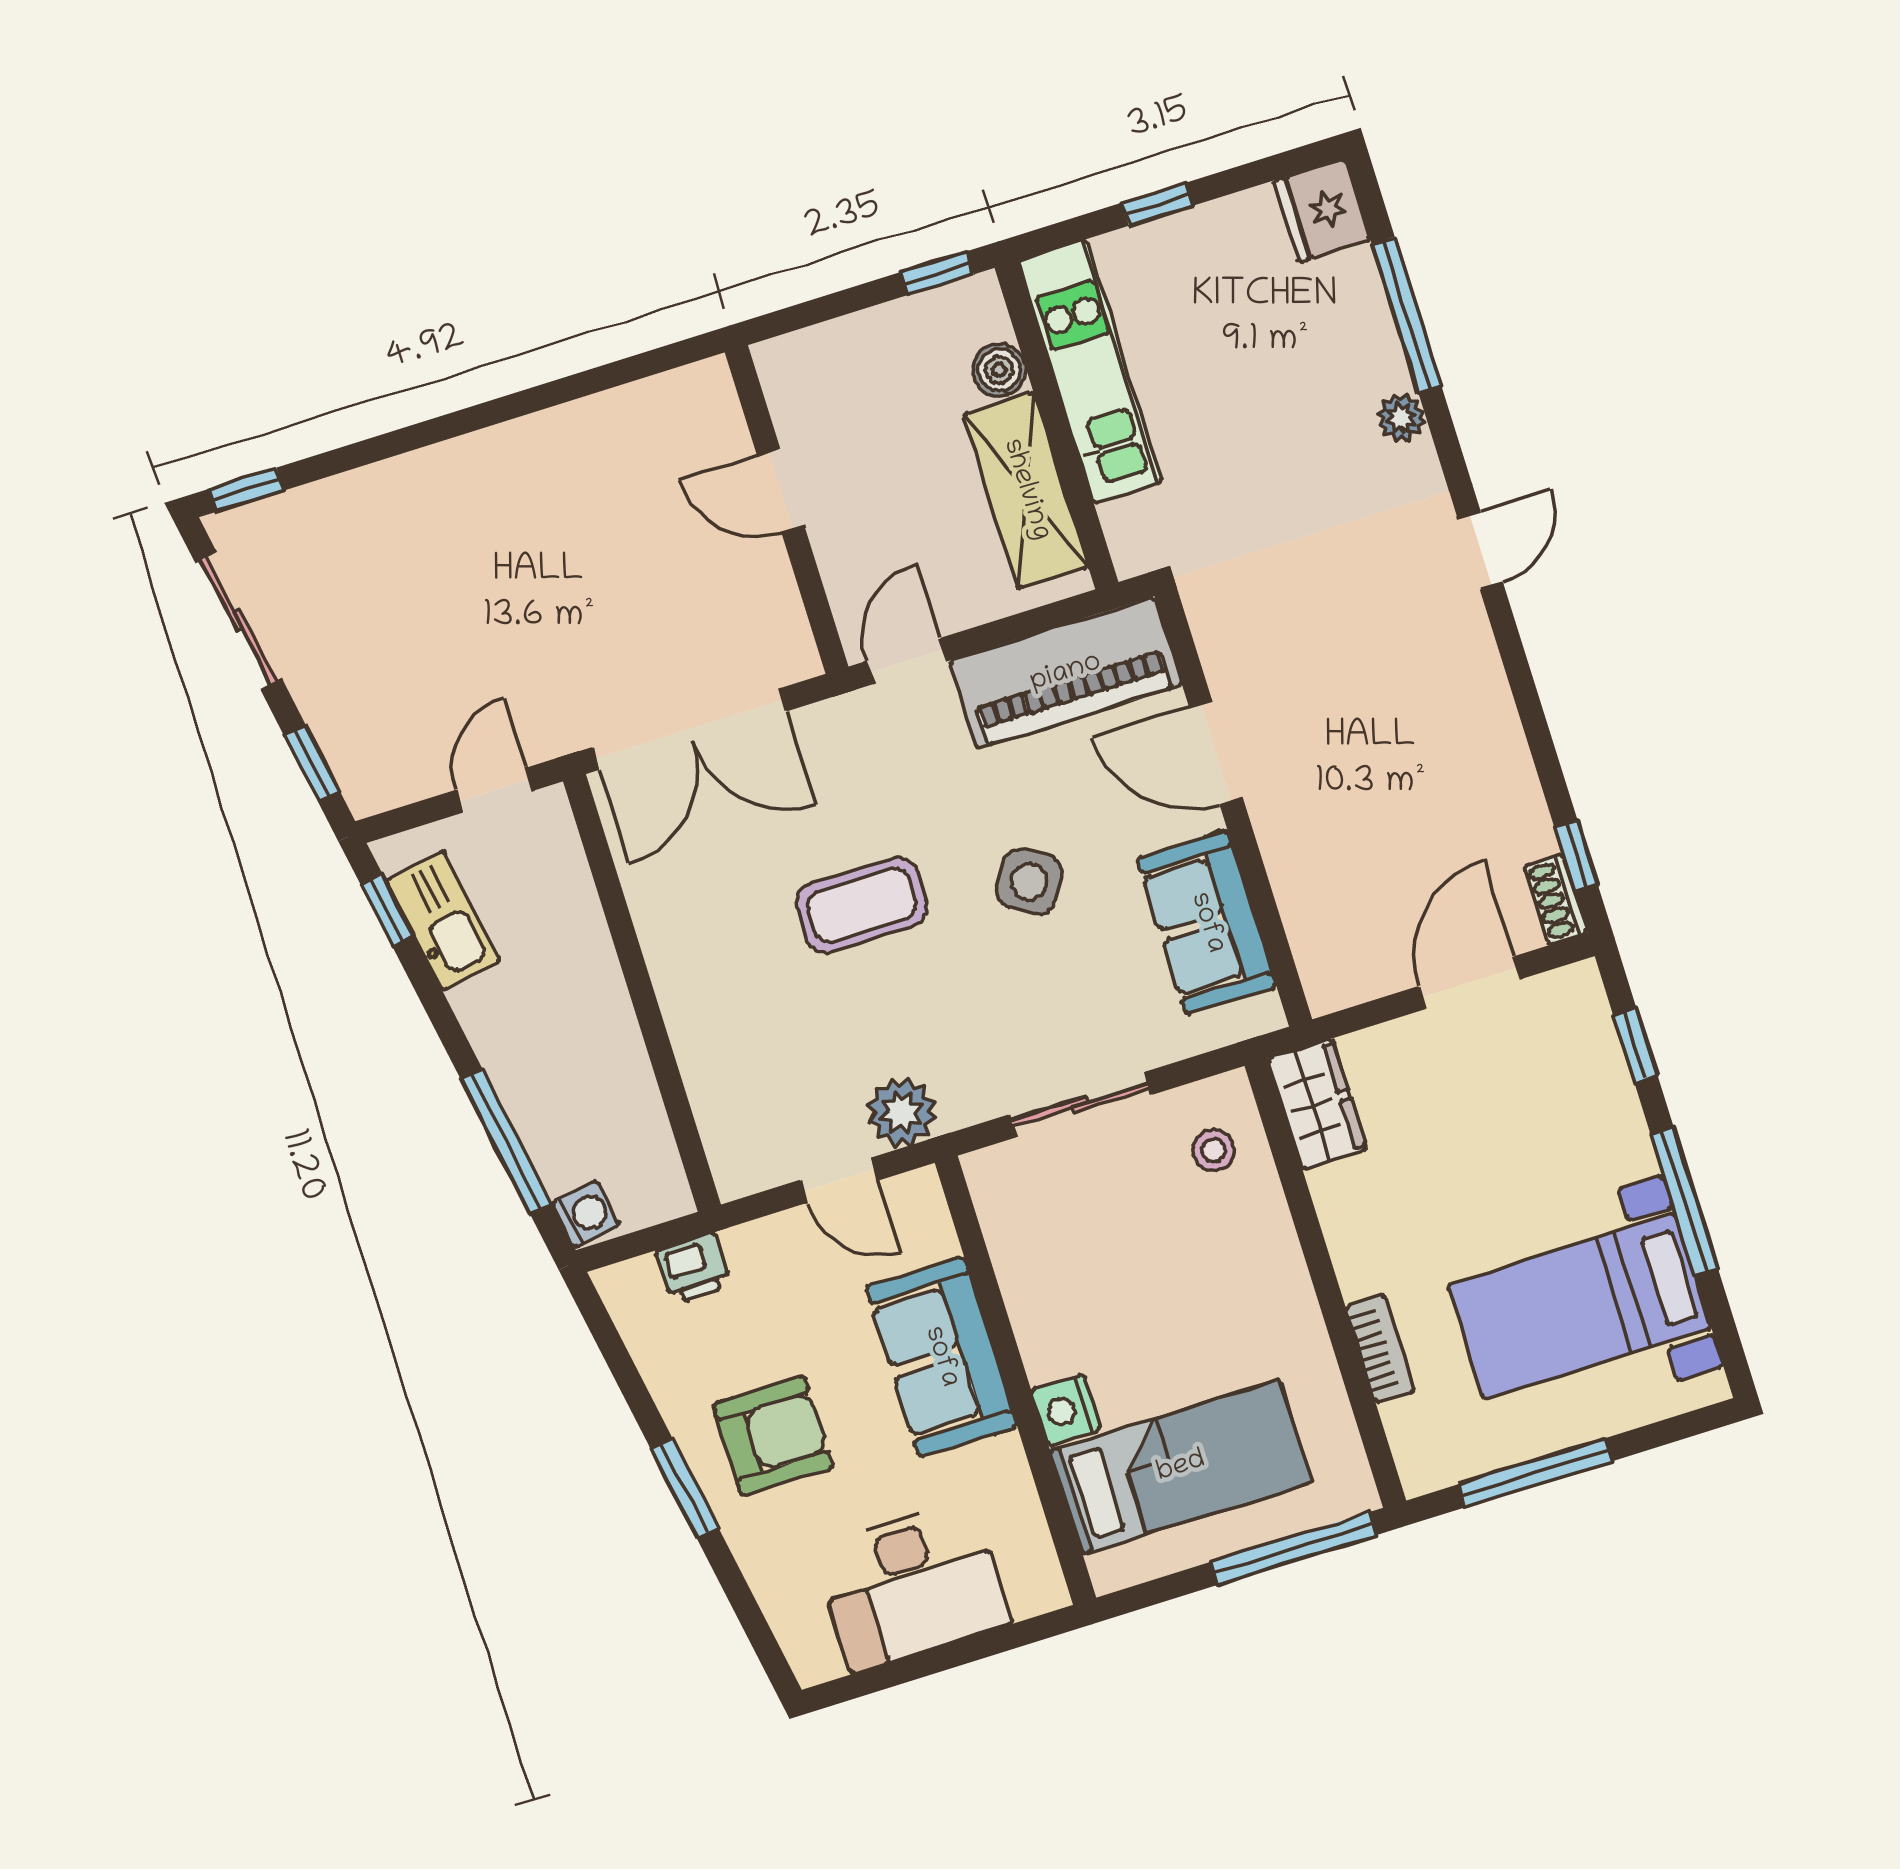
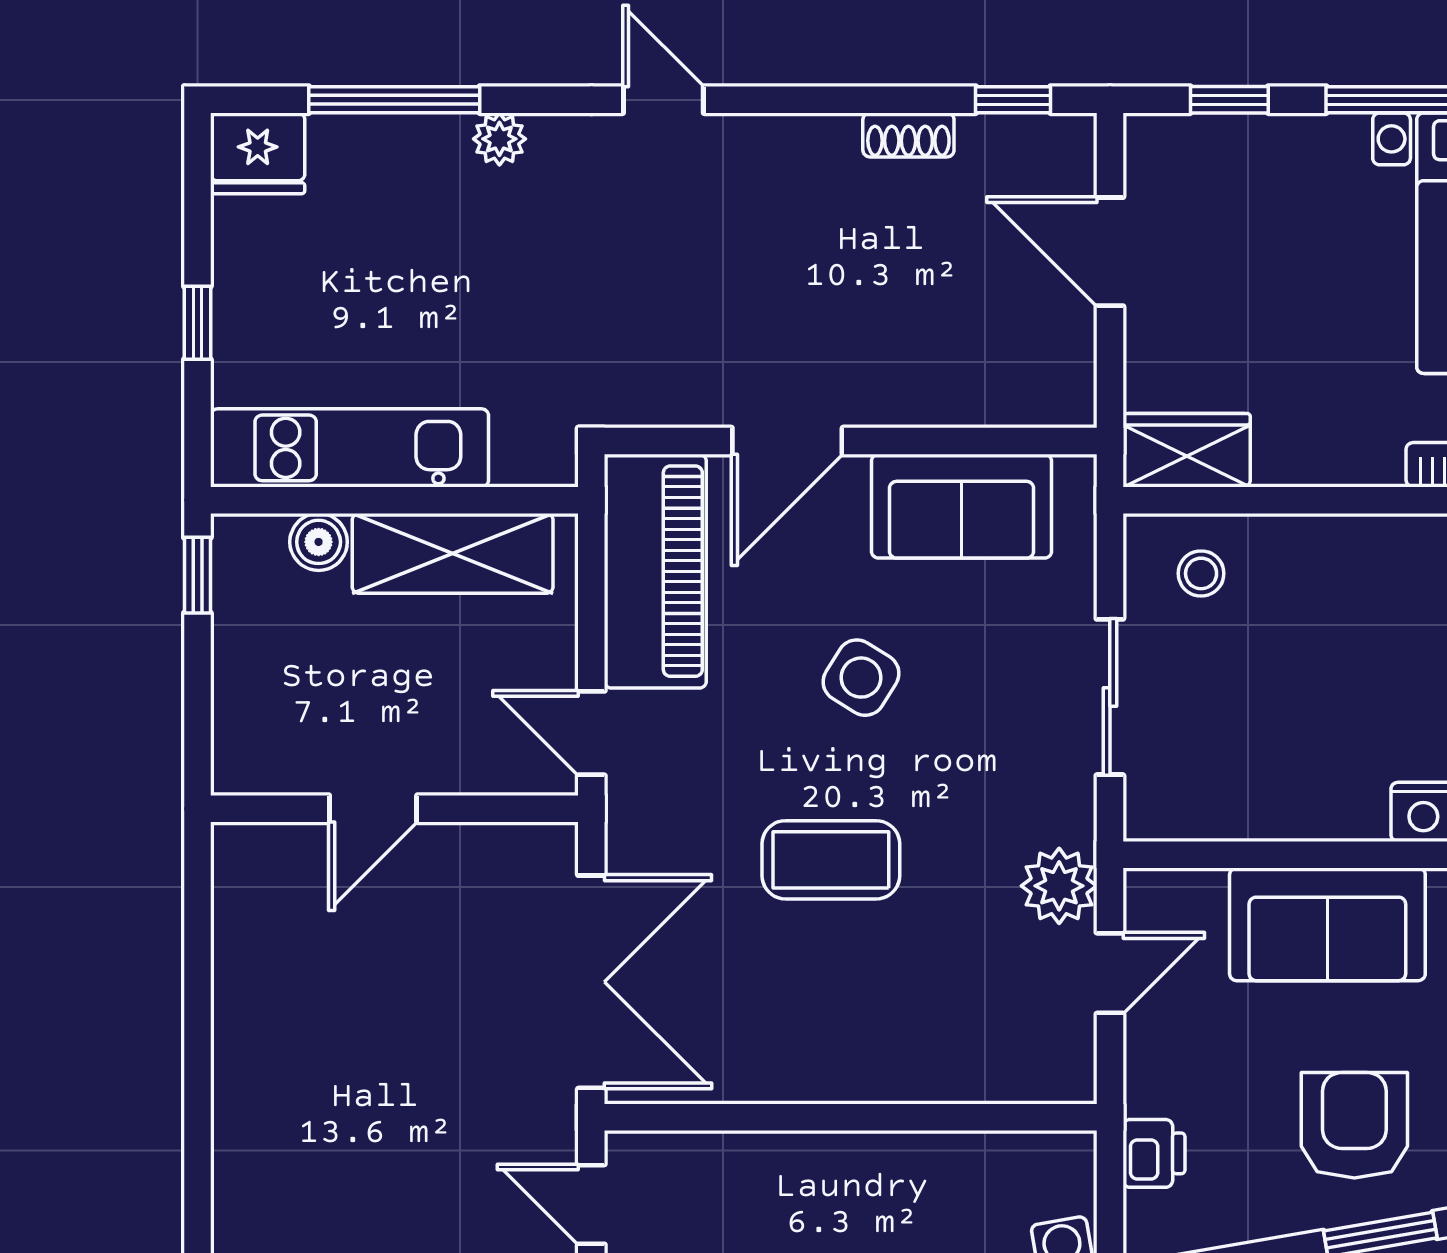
shoe rack: (1556, 899) -> (908, 135), moved
coffee table: (862, 905) -> (831, 860), turned 90

